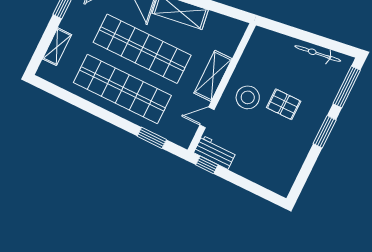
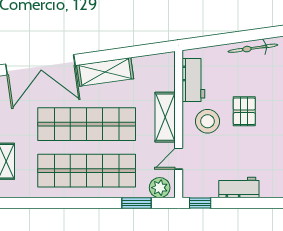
workbench: (253, 56) -> (193, 80), added
pallet: (284, 104) -> (244, 111), turned 90
plant: (178, 134) -> (160, 188), added
workbench: (215, 152) -> (239, 187), moved

